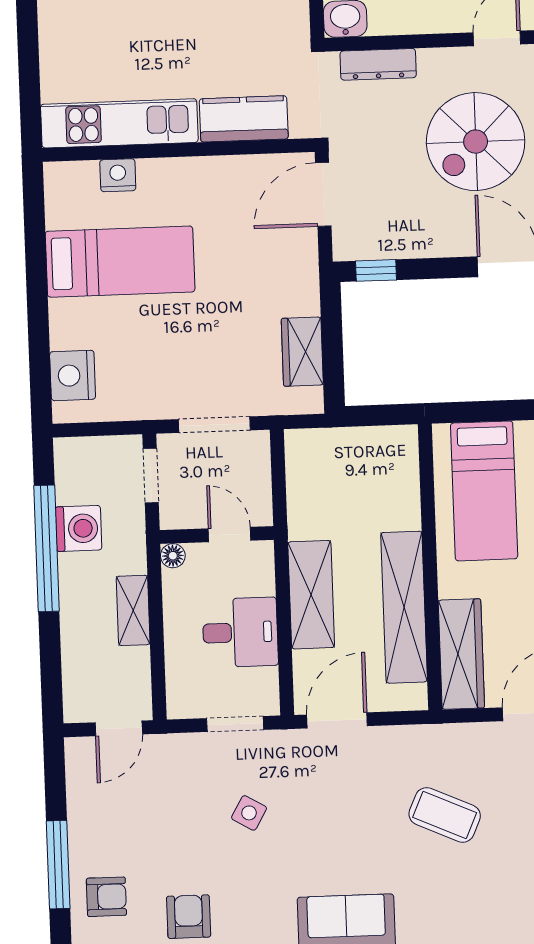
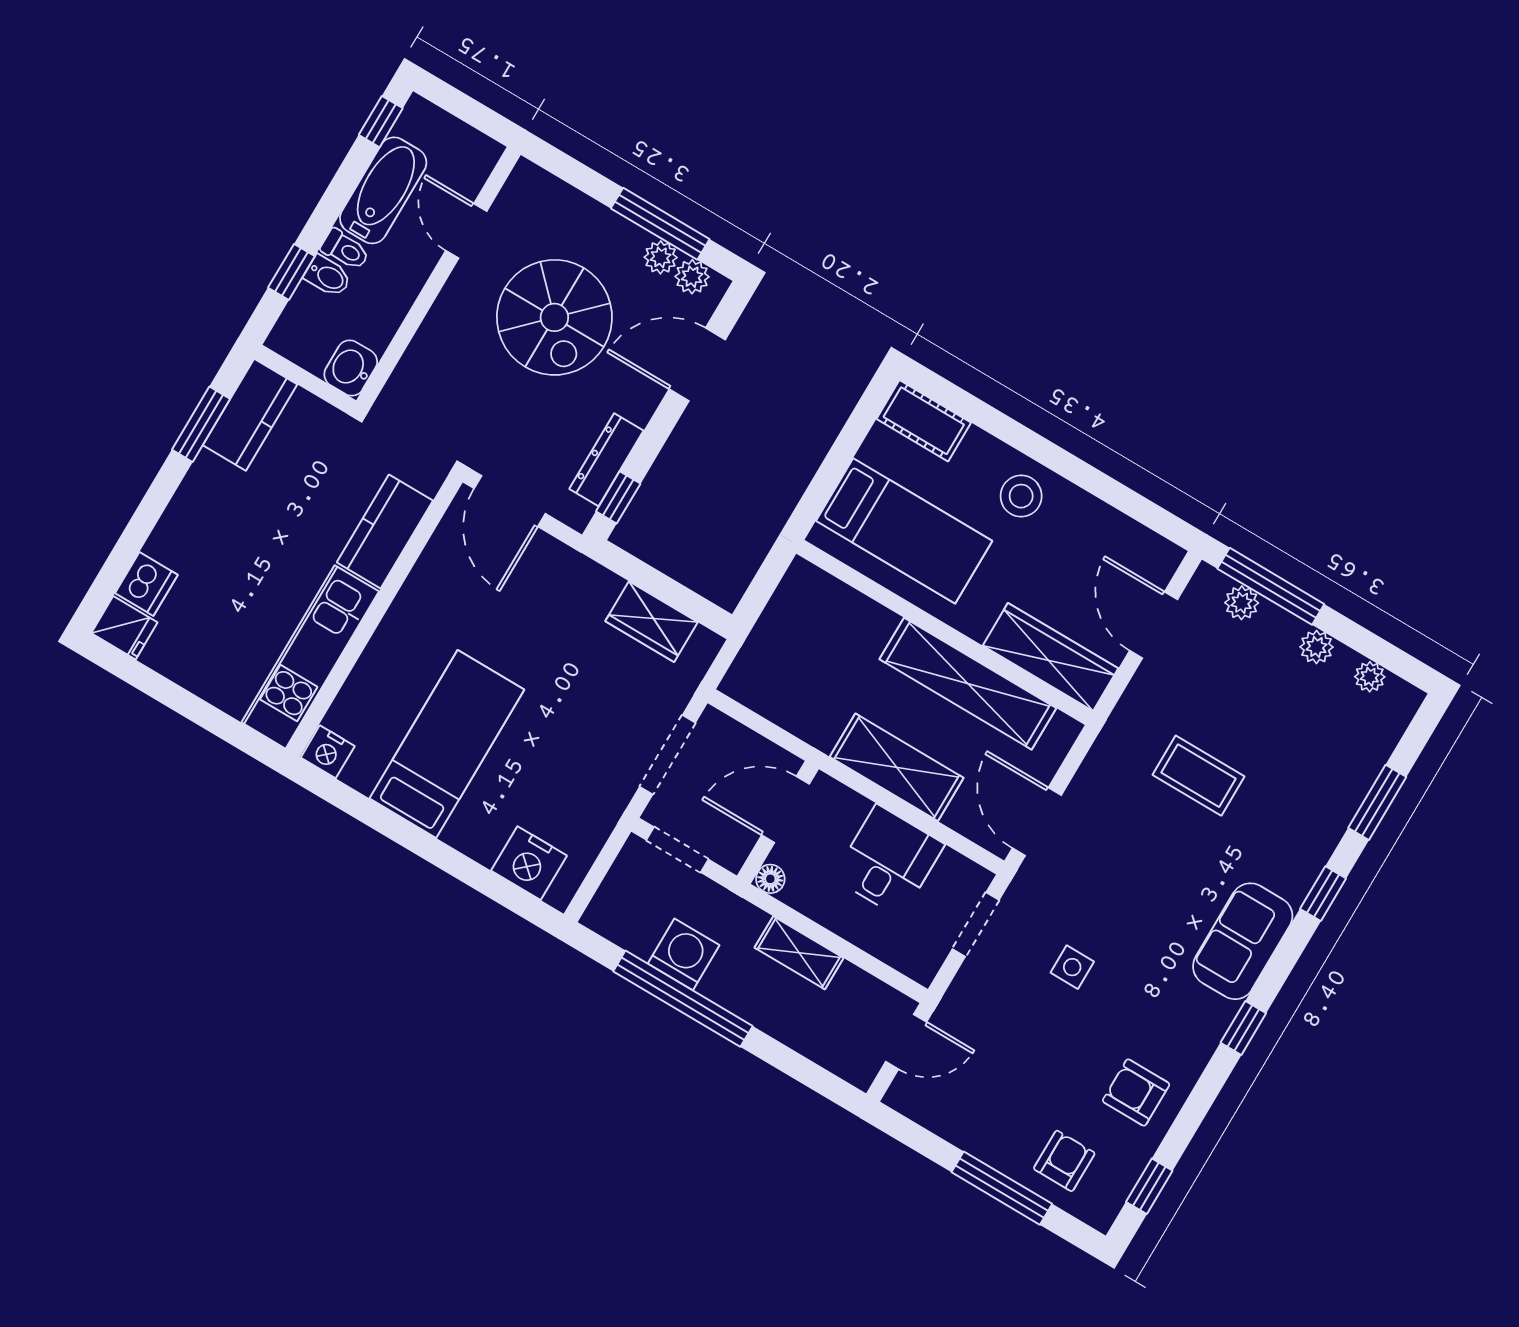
dresser: (378, 64) -> (606, 460), moved, turned 180
nightstand: (118, 175) -> (328, 752), moved, turned -90
door: (230, 535) -> (785, 809), width x1.38
door: (119, 728) -> (906, 1042), hinge flipped
side table: (249, 813) -> (1072, 967), turned -30
coffee table: (445, 815) -> (1198, 776), turned 66

